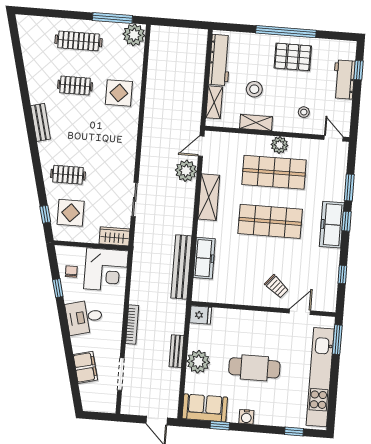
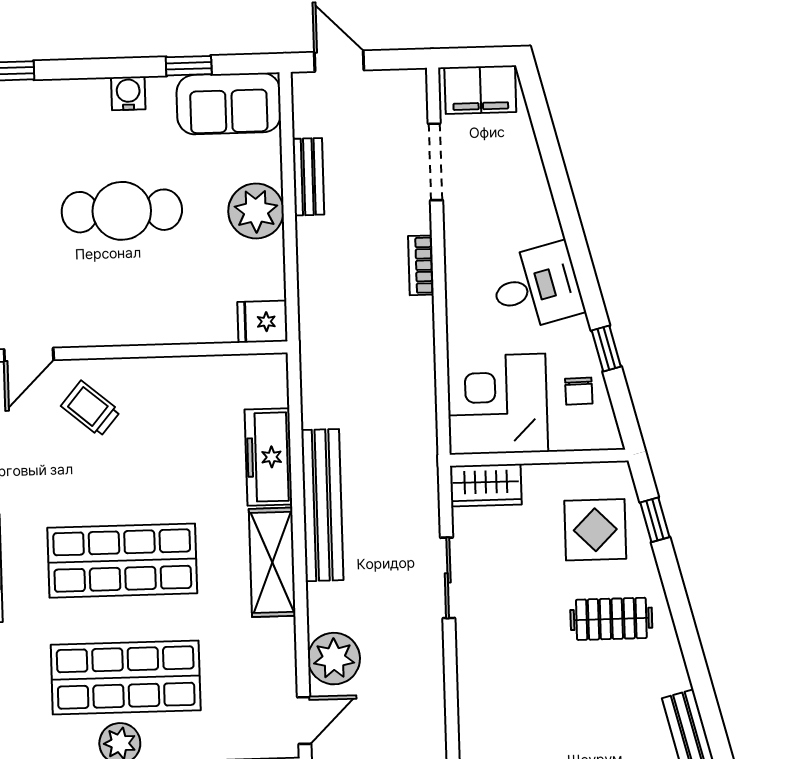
shelving: (209, 197) -> (272, 562), moved
bench: (181, 267) -> (322, 505), moved
bookcase: (132, 324) -> (421, 265), width x0.64
bench: (177, 351) -> (308, 177), moved
filing cabinet: (85, 367) -> (480, 90), moved, turned -76

